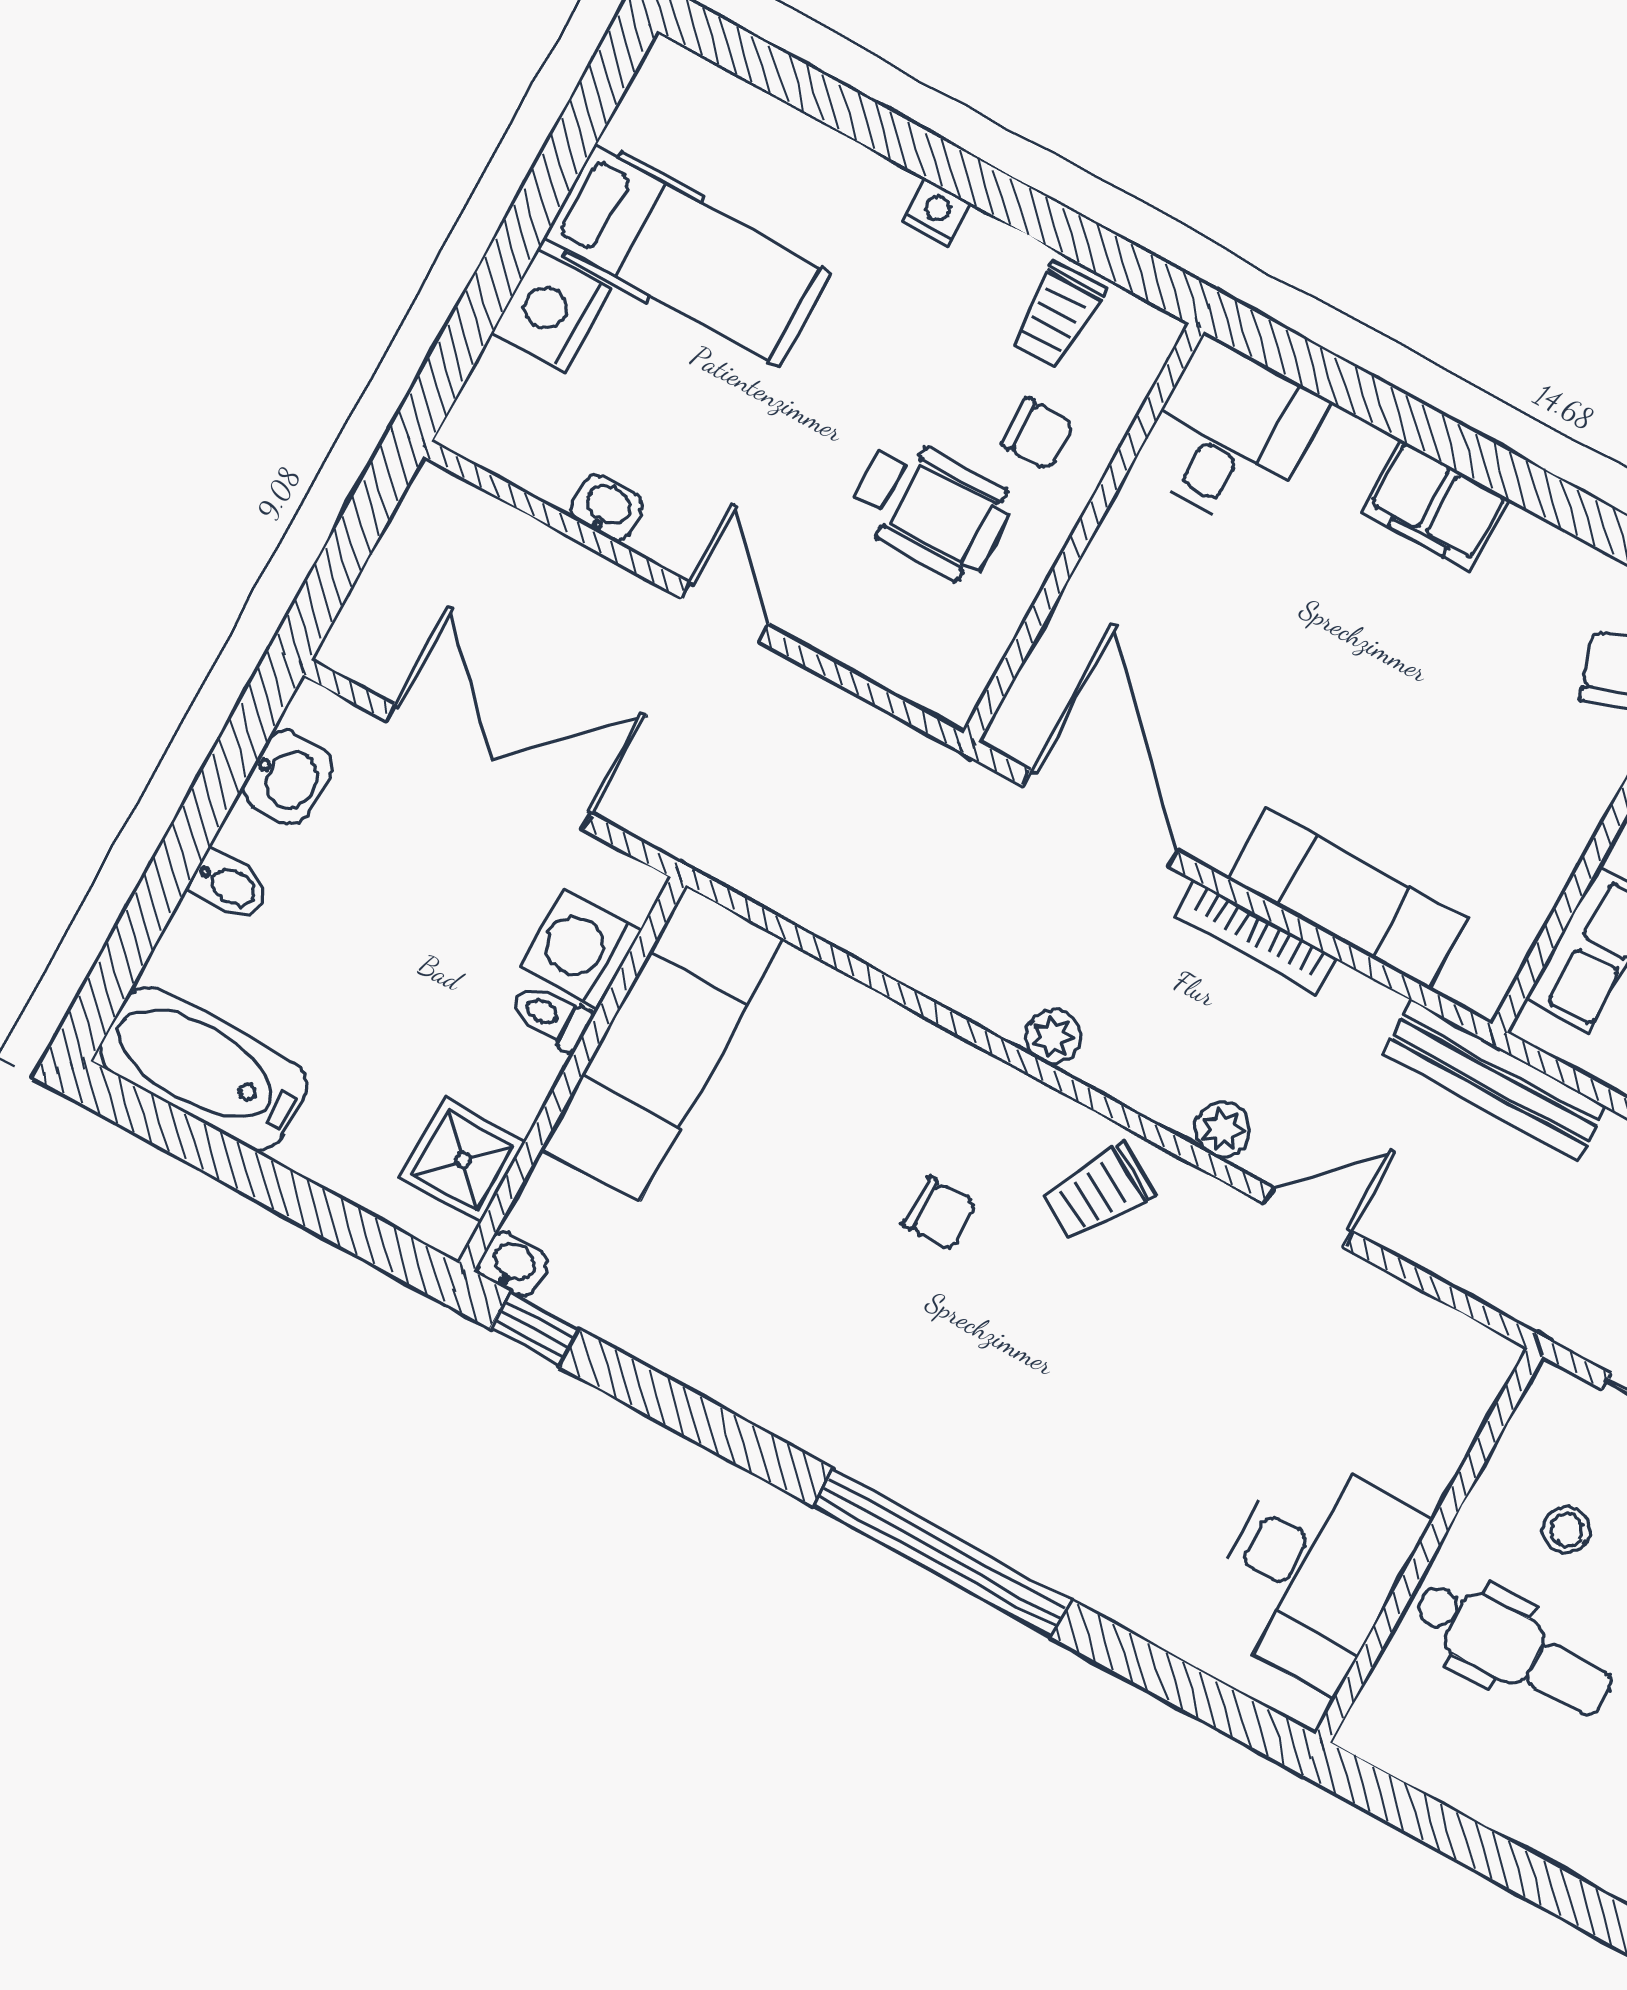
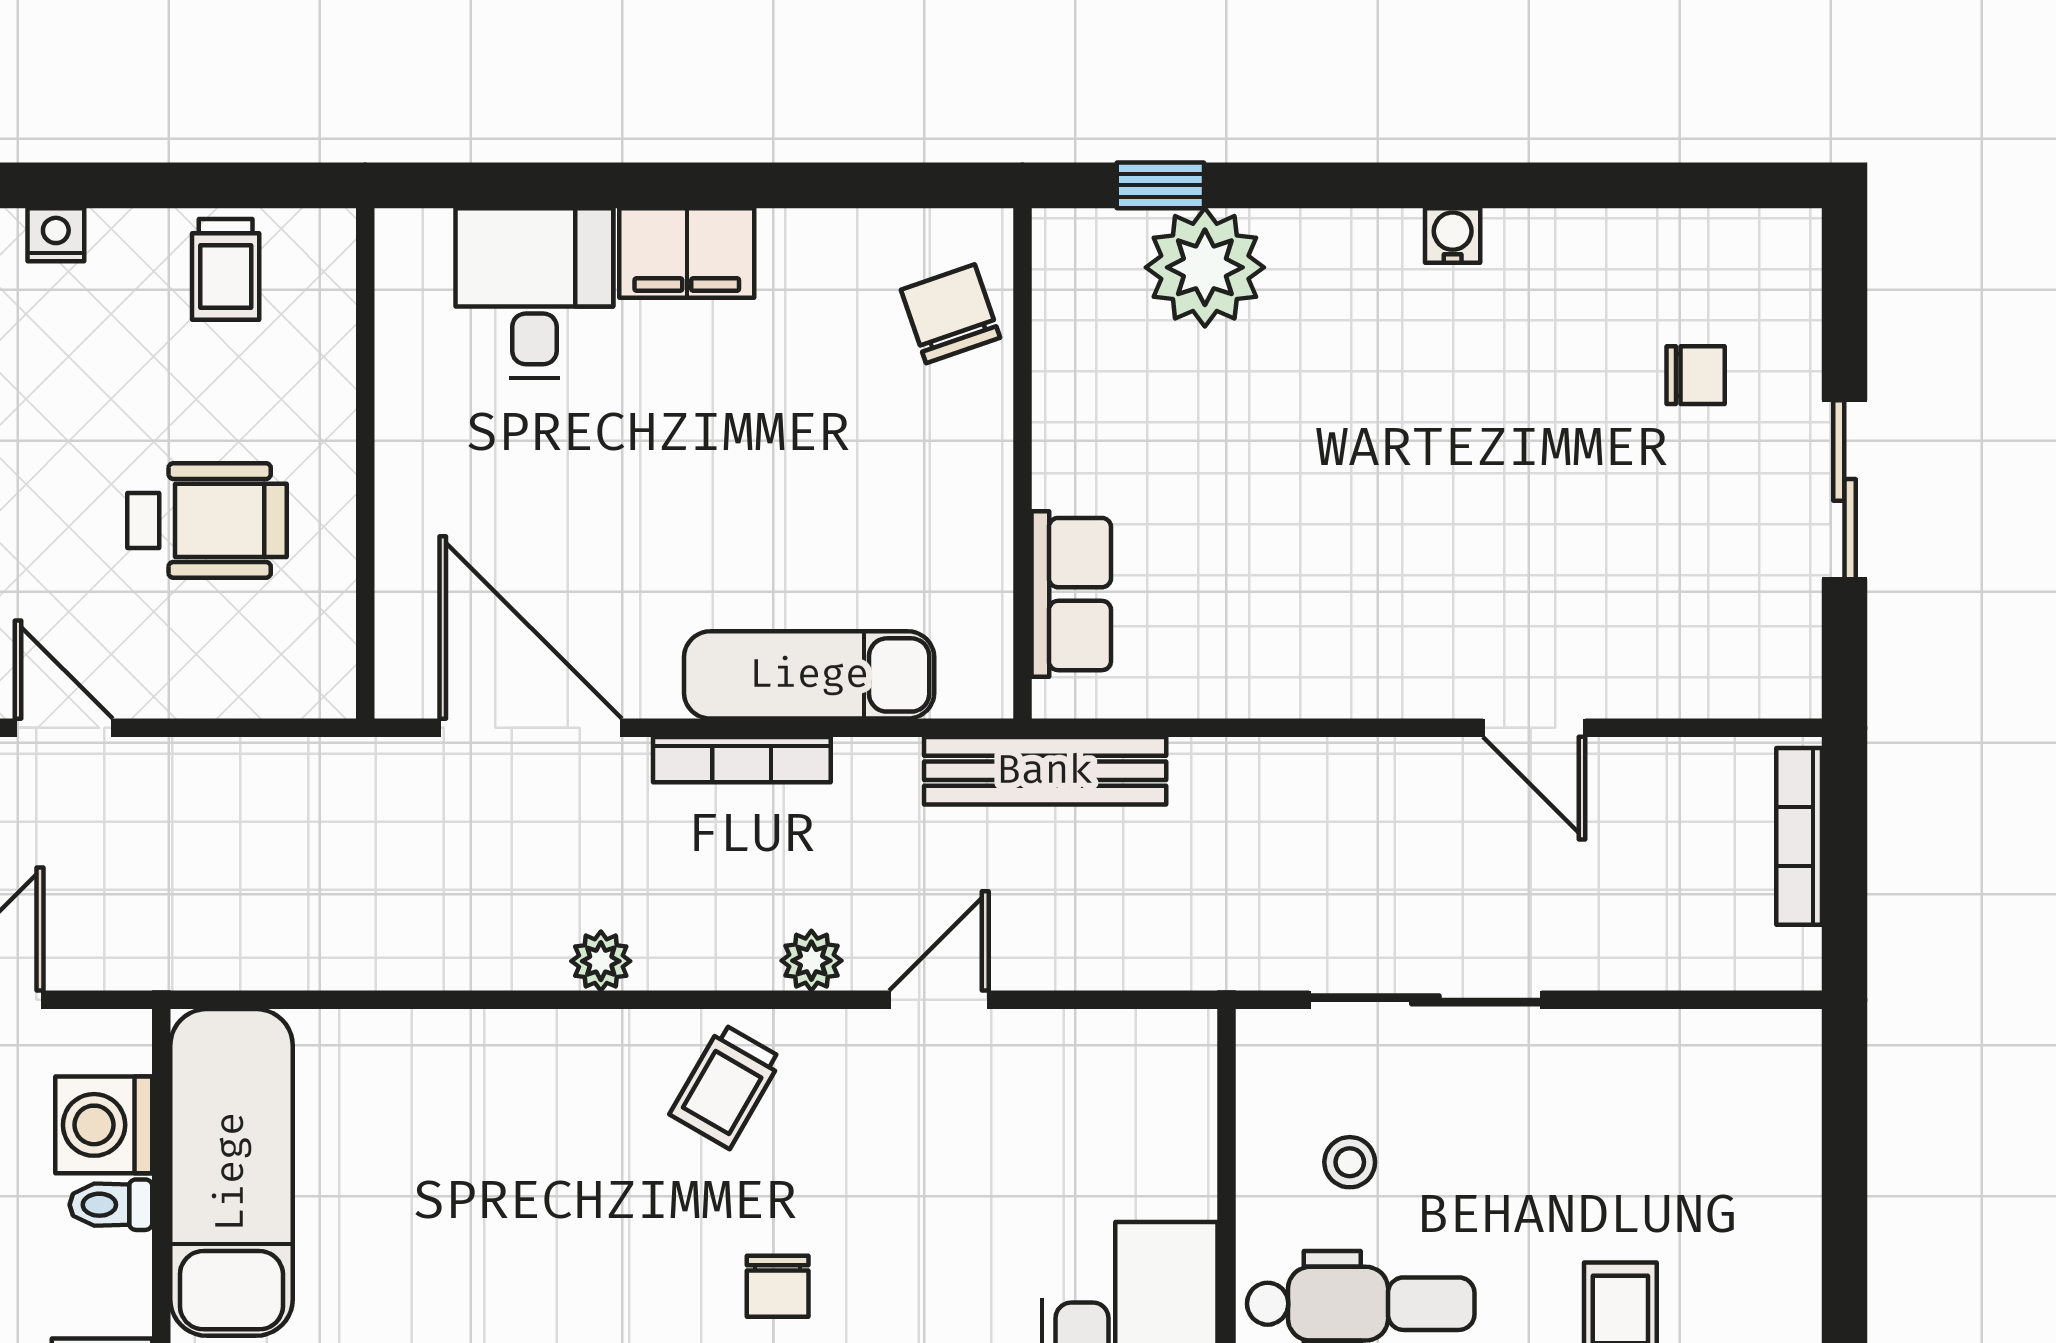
chair: (1038, 434) -> (270, 393), removed
desk: (1230, 434) -> (534, 293), moved
chair: (940, 1214) -> (778, 1286), moved, turned 90

